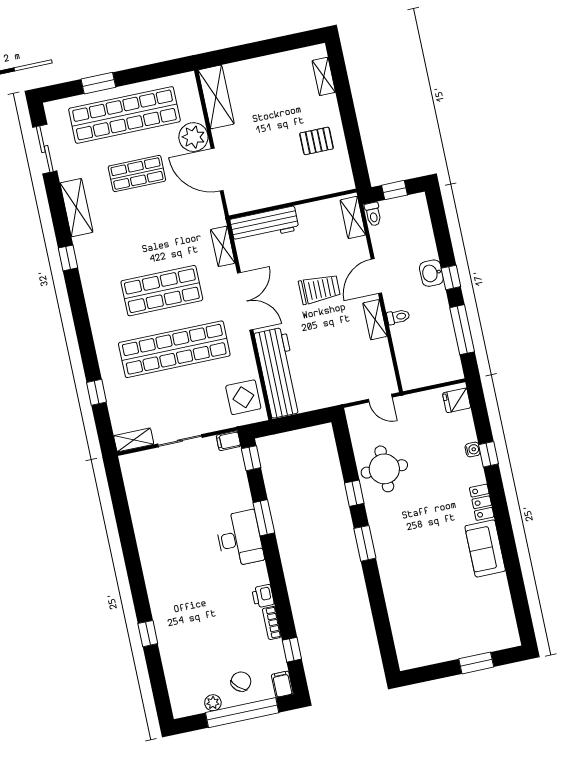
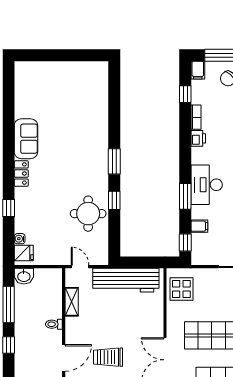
washbasin: (431, 273) -> (24, 276), moved, turned 90
shelving: (375, 320) -> (72, 302), moved
workbench: (278, 373) -> (126, 280), moved, turned -90
filing cabinet: (228, 441) -> (199, 226), moved
water cooler: (473, 450) -> (20, 239), moved
window: (476, 663) -> (51, 55), removed

